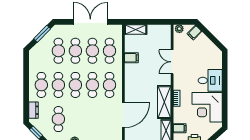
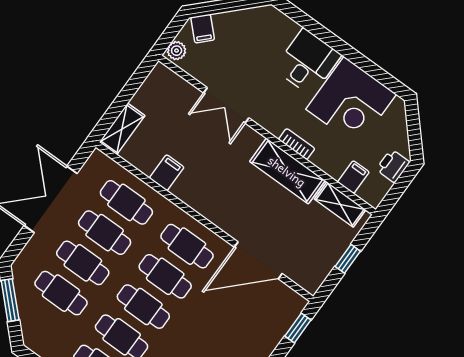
door: (123, 115) -> (258, 260), swing flipped

